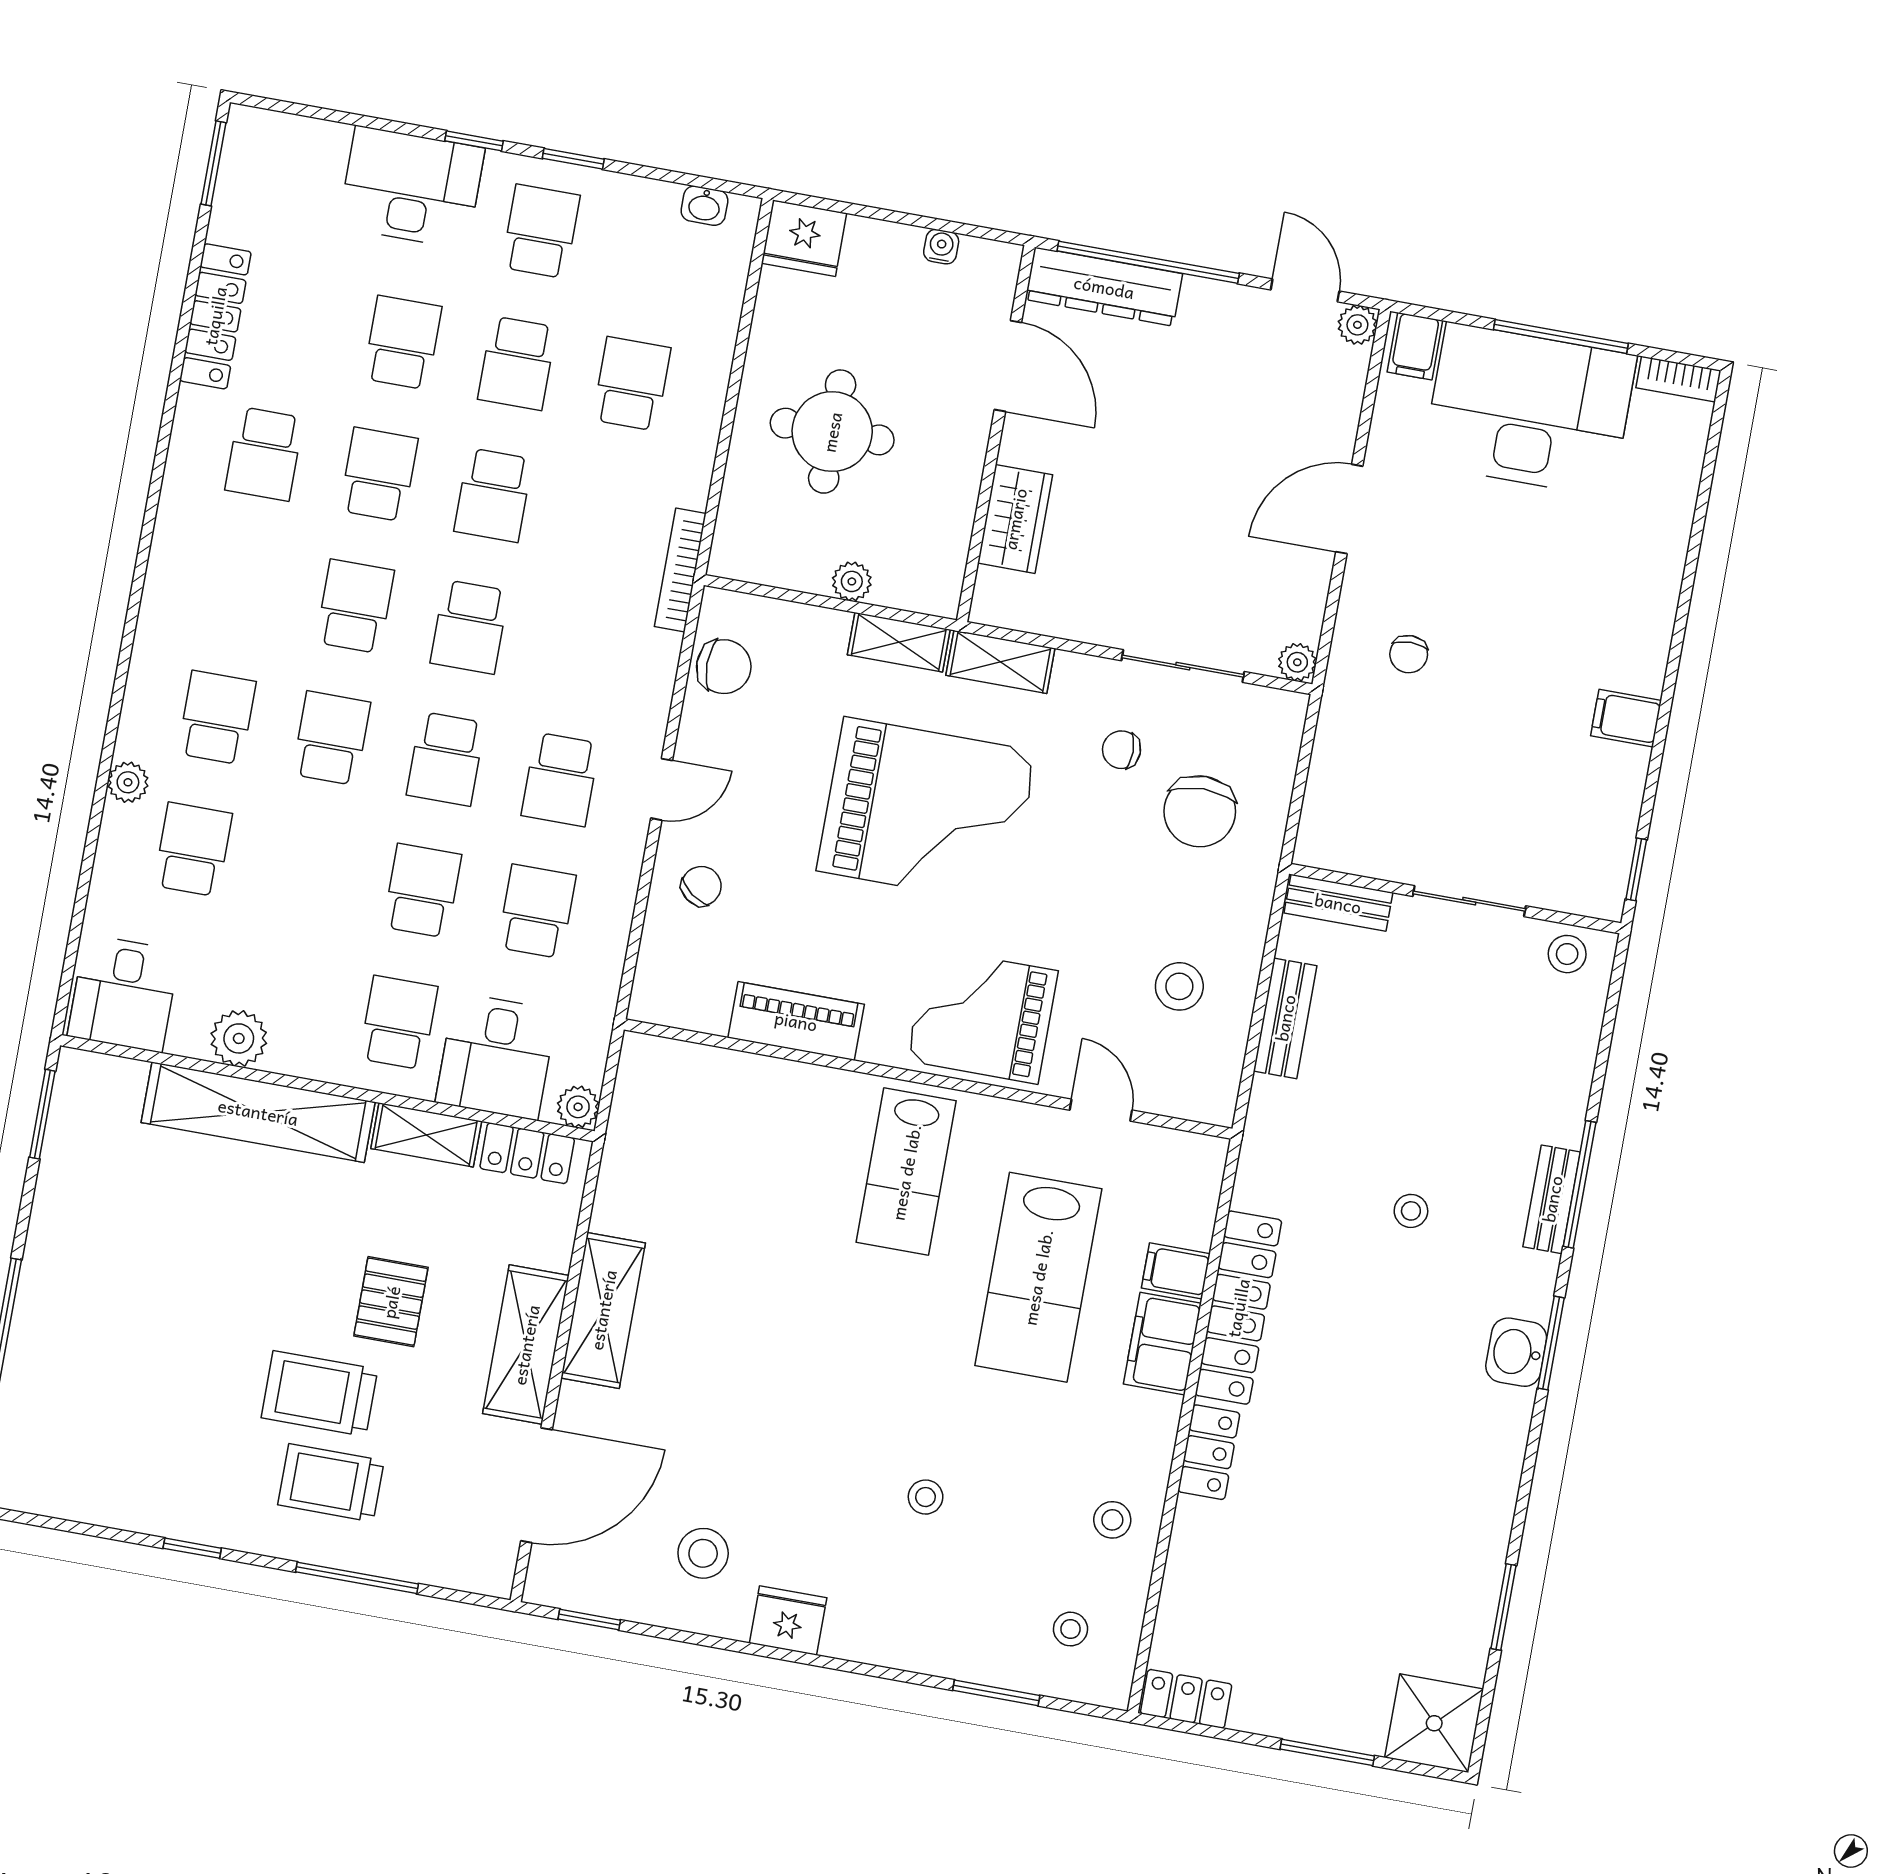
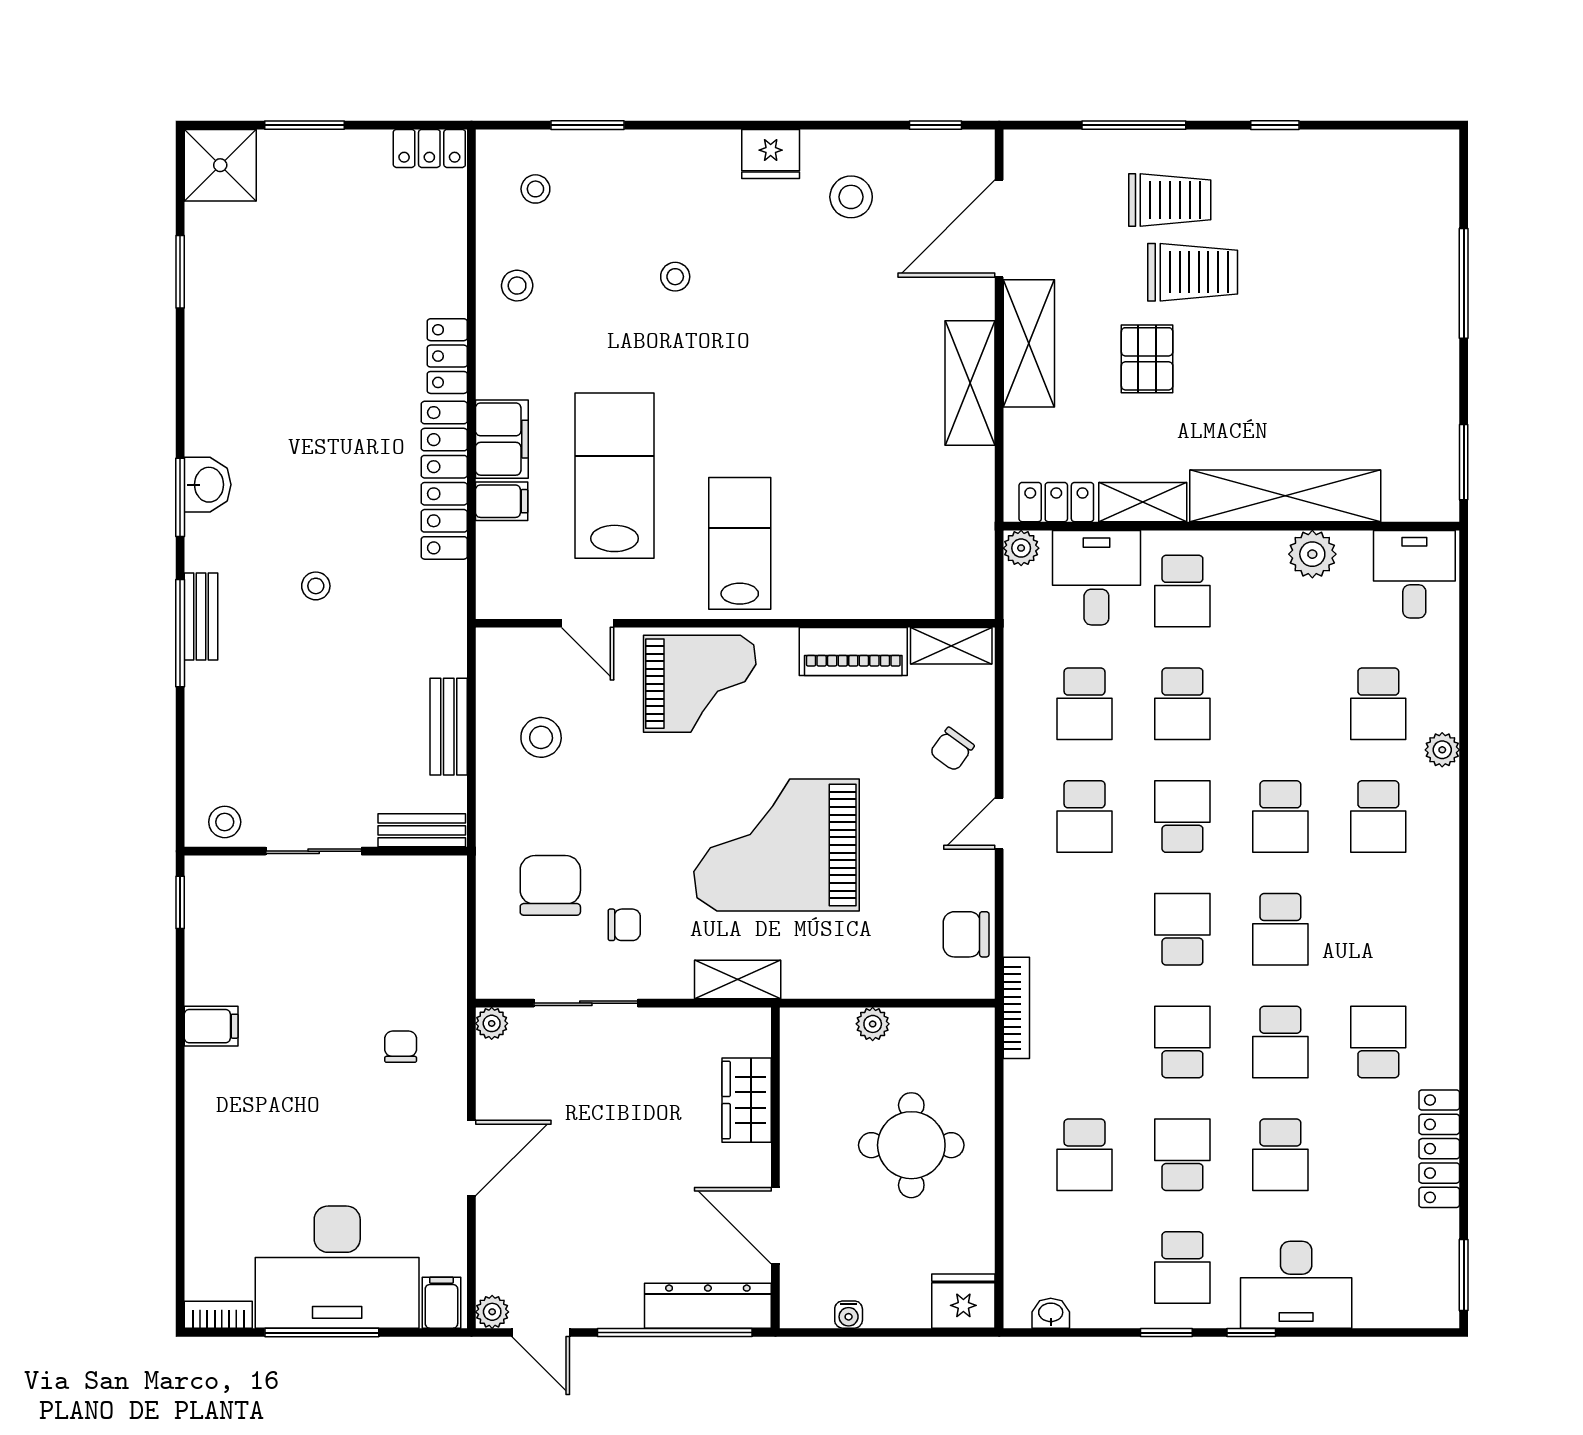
shelving: (899, 642) -> (951, 646), moved
school desk: (560, 779) -> (1084, 817), turned 180

